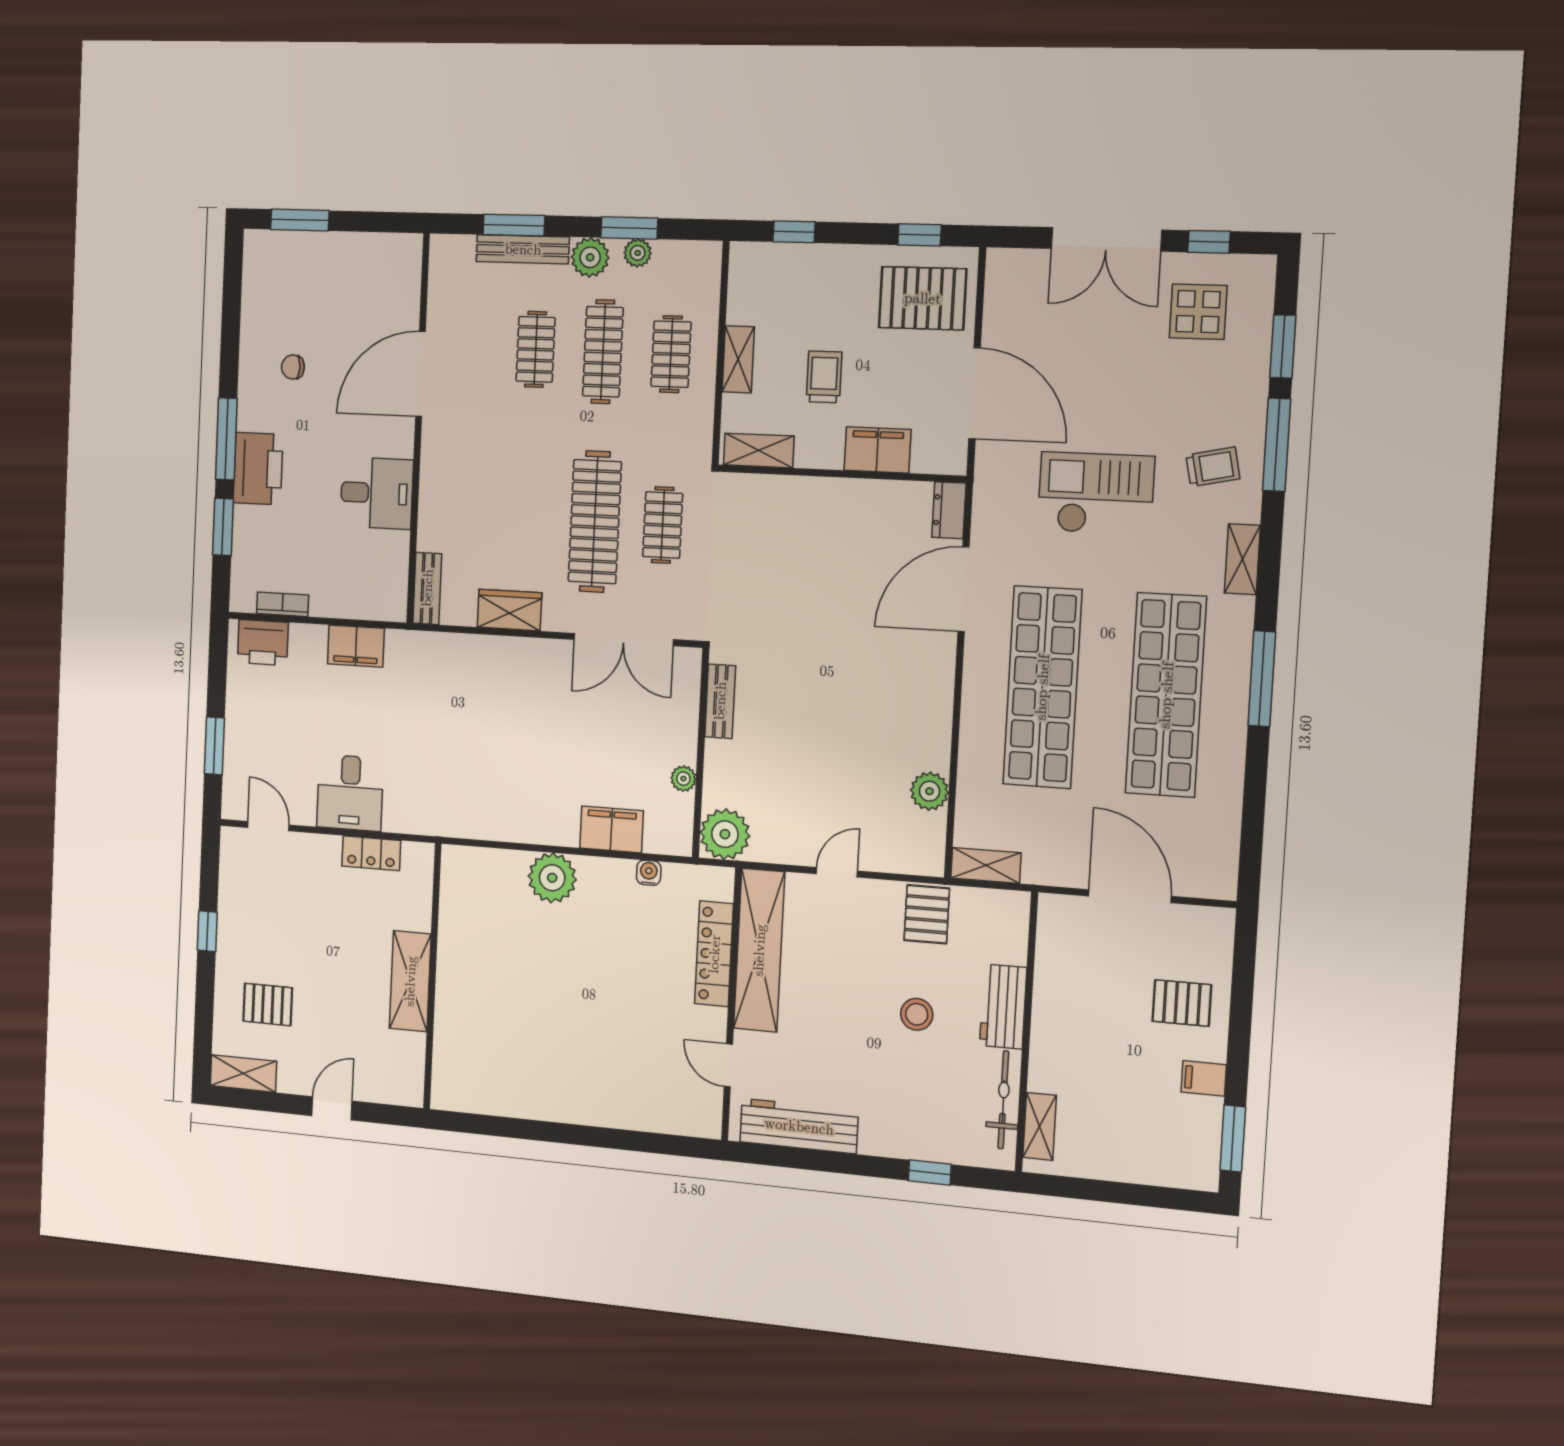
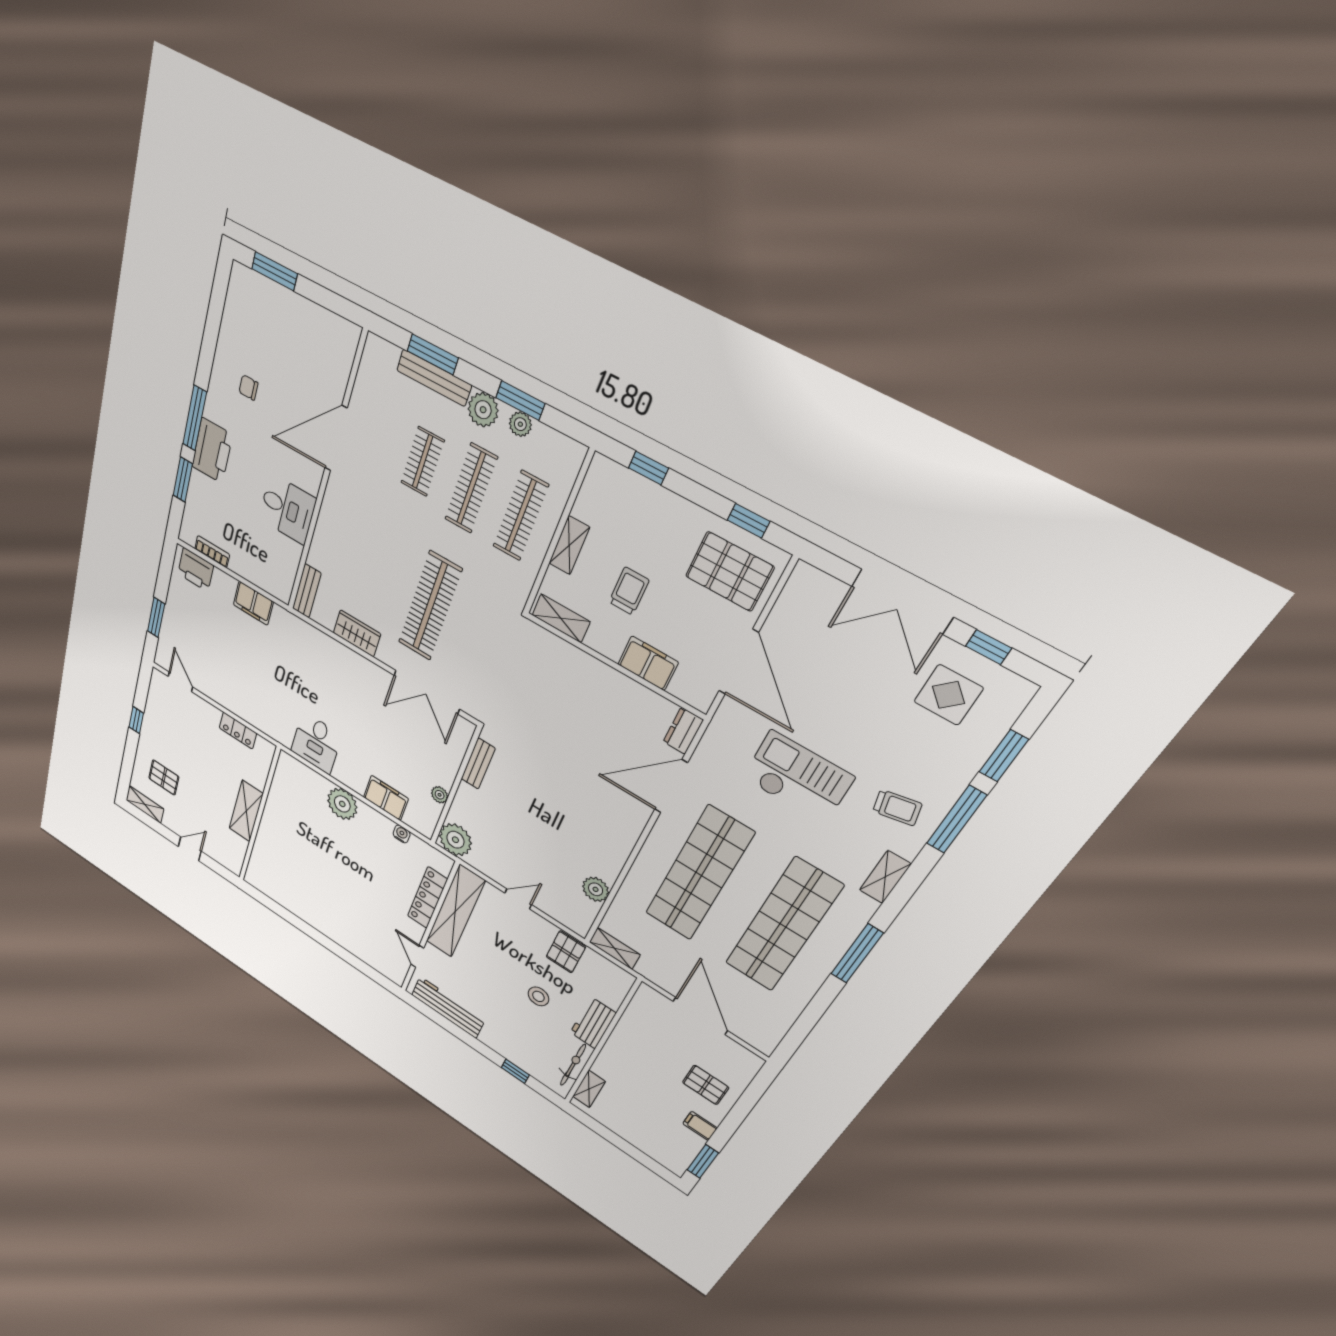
clothes rail: (671, 354) -> (521, 516), width x1.36
clothes rail: (663, 525) -> (476, 633), removed
desk: (350, 793) -> (316, 743), moved

